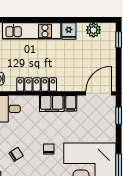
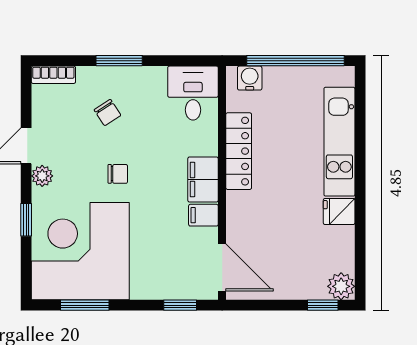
plant: (93, 30) -> (341, 286), moved

